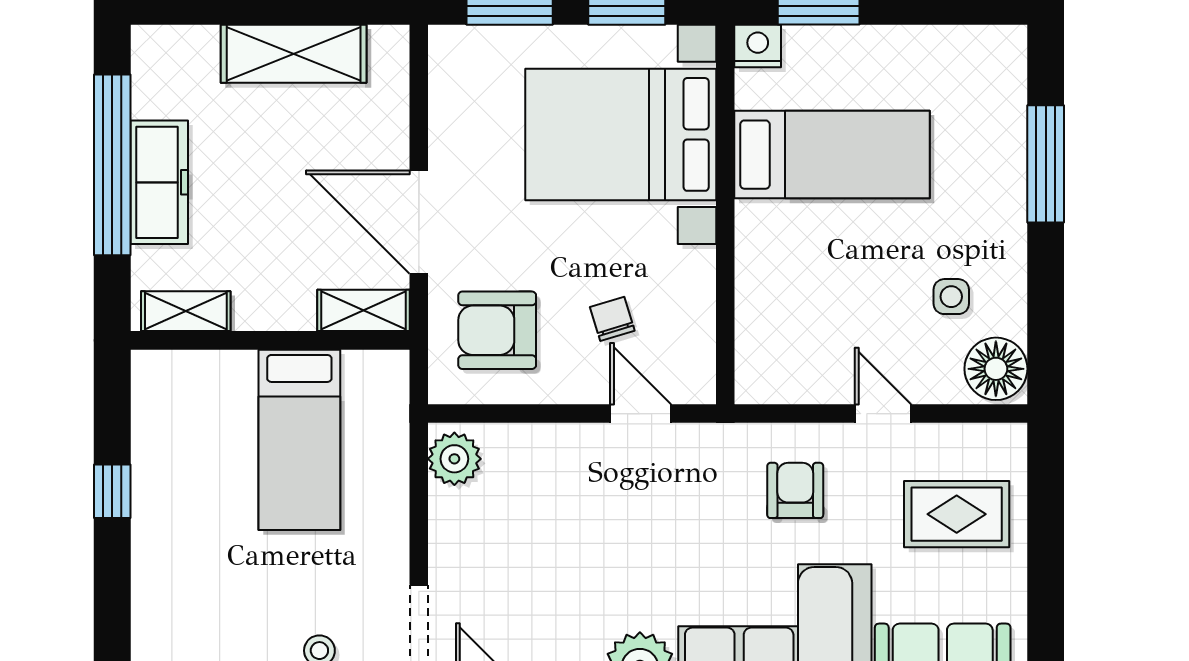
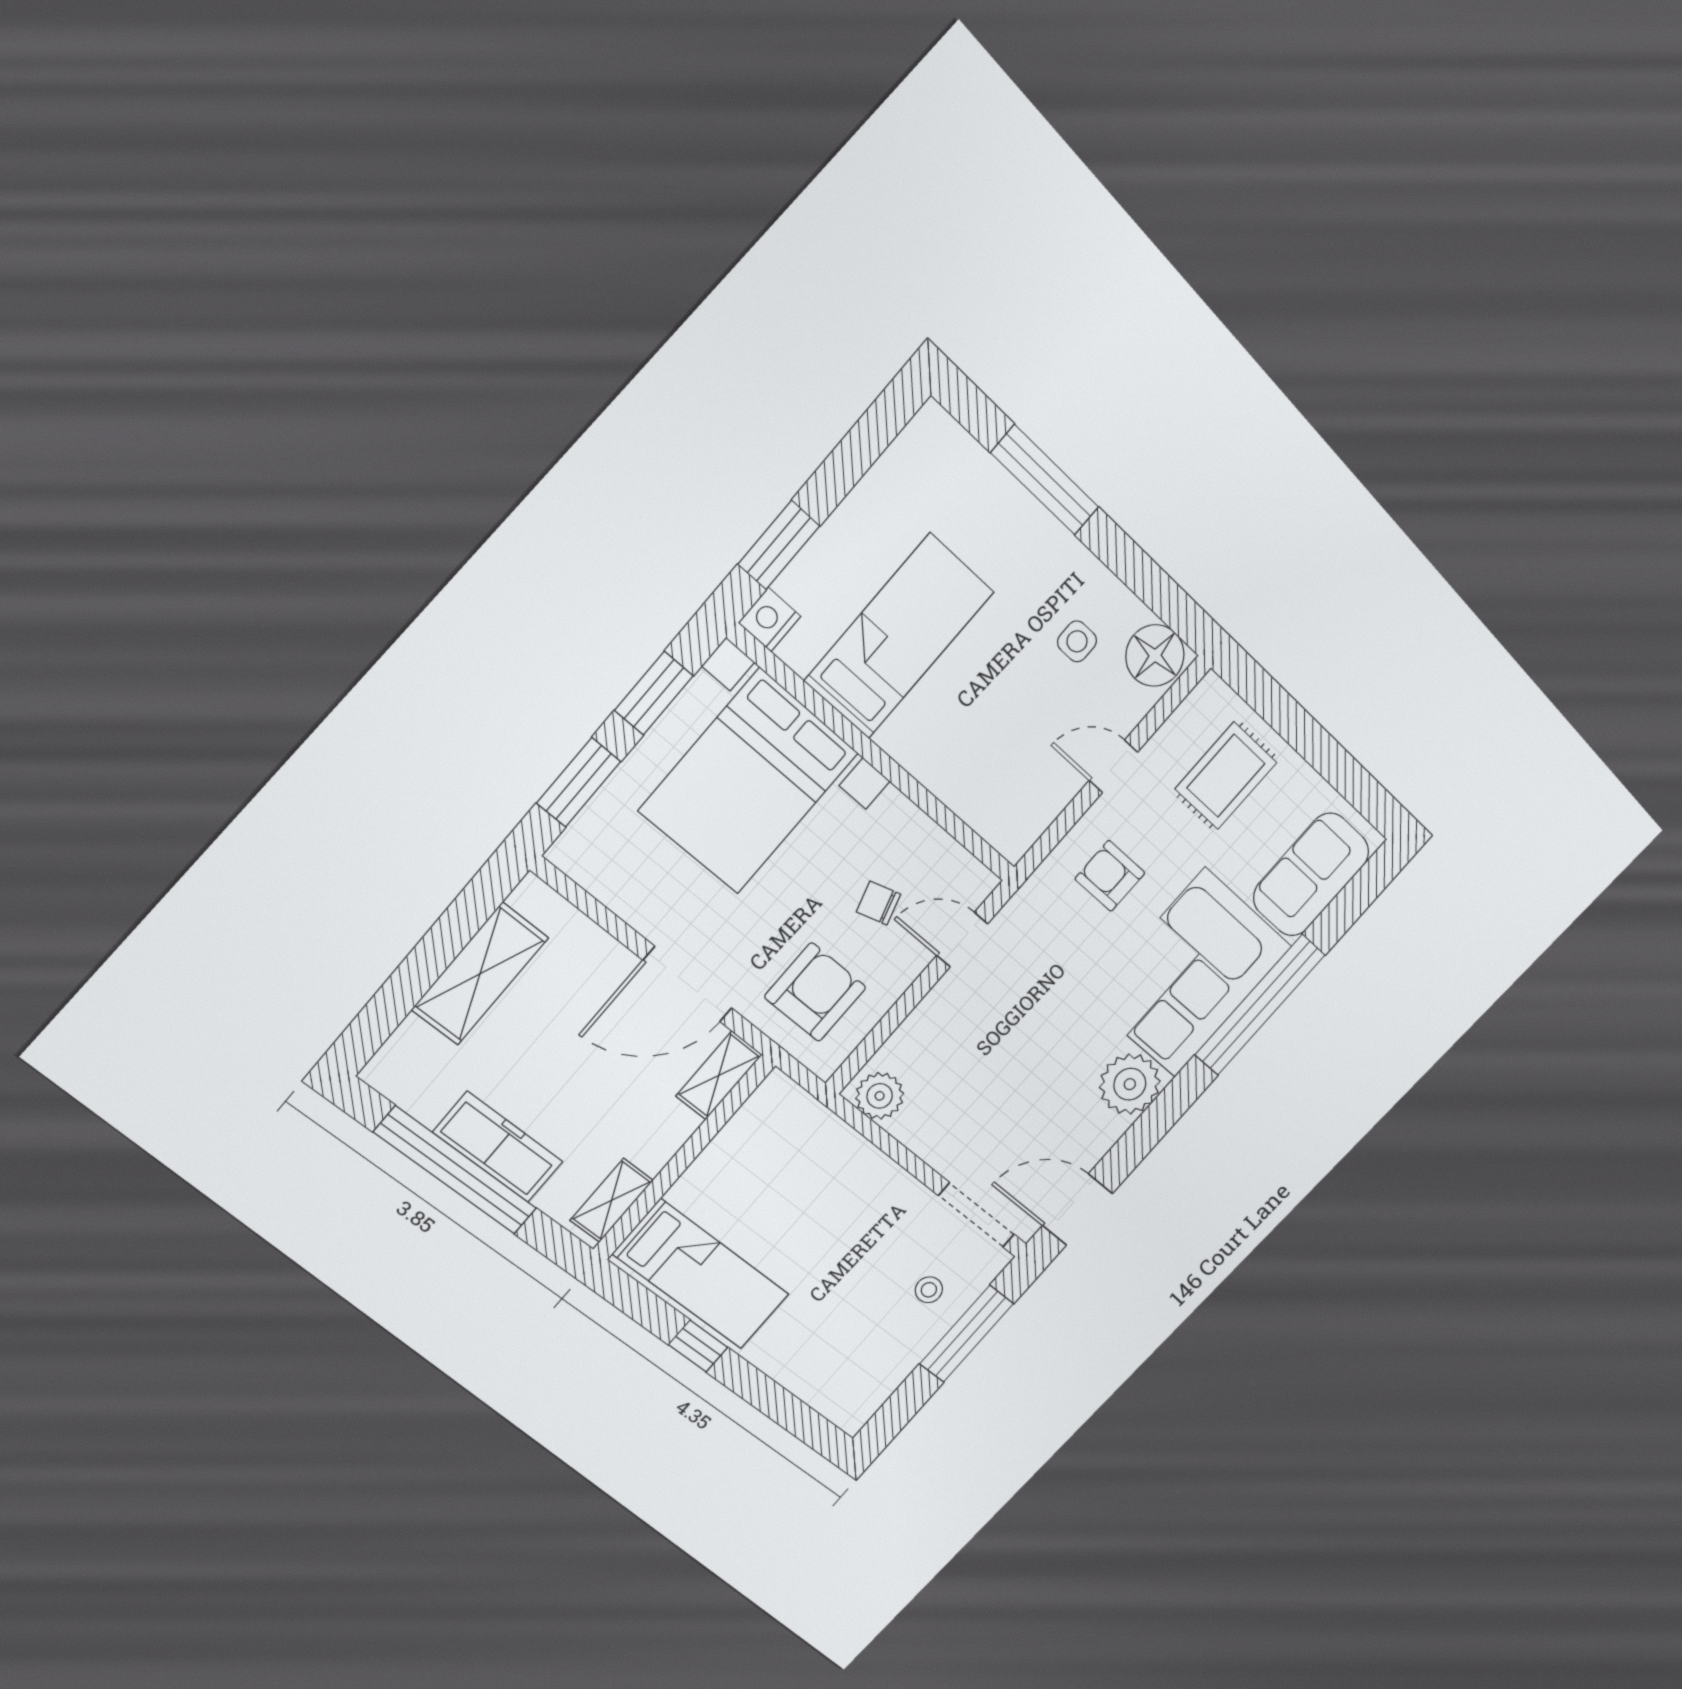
armchair: (497, 330) -> (815, 992), turned 180
bed: (299, 440) -> (701, 1274), moved

